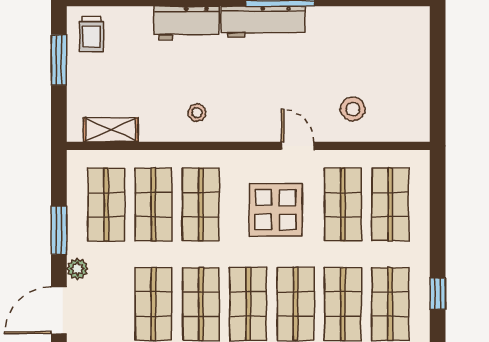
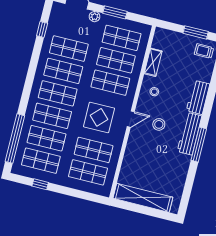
shelving: (414, 83) -> (143, 198), added
stool: (353, 109) -> (159, 124), moved
shelving: (111, 130) -> (153, 62), moved
door: (298, 146) -> (131, 119), moved

